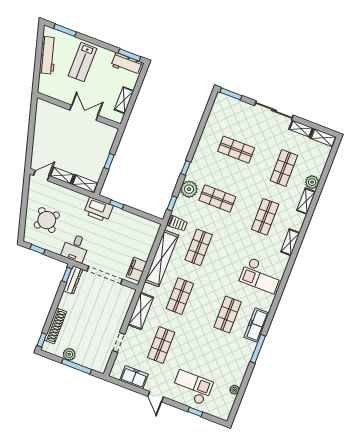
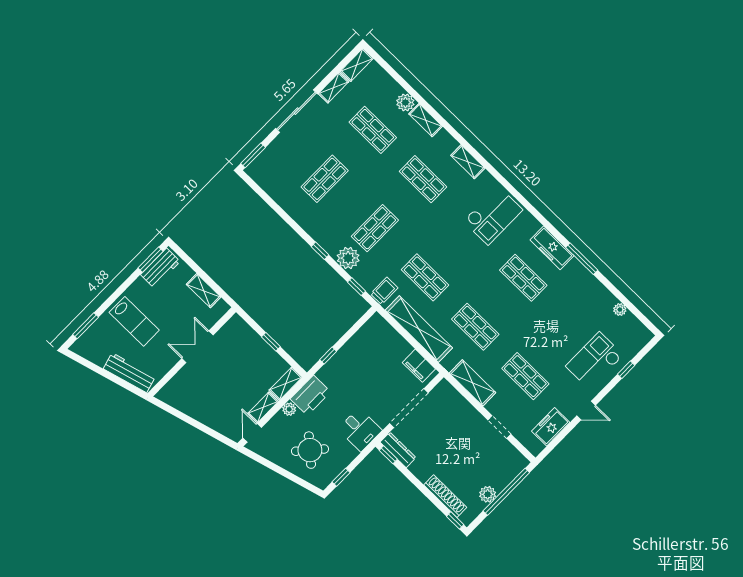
workbench: (48, 55) -> (129, 373), moved
plant: (68, 194) -> (289, 409), added
printer: (98, 210) -> (310, 395), moved
window: (77, 366) -> (506, 492), width x1.46

